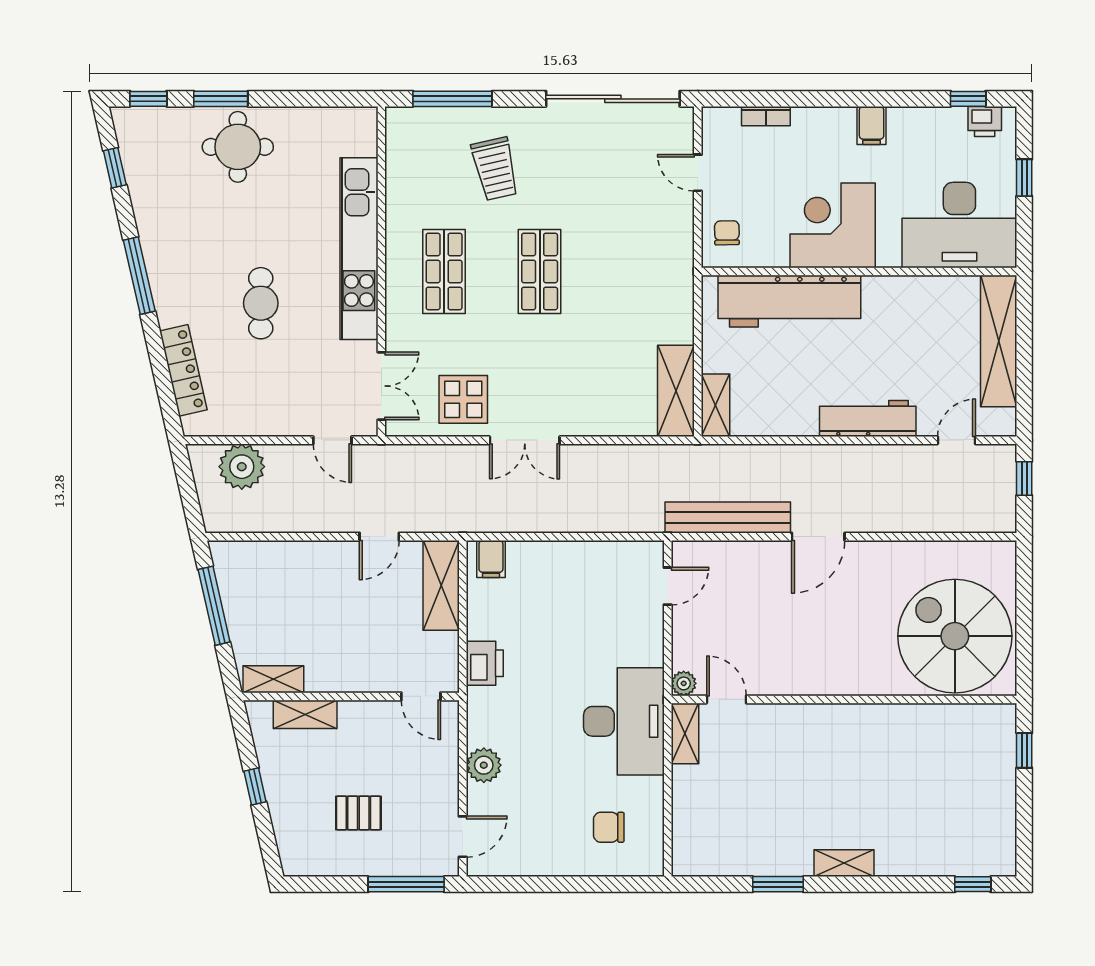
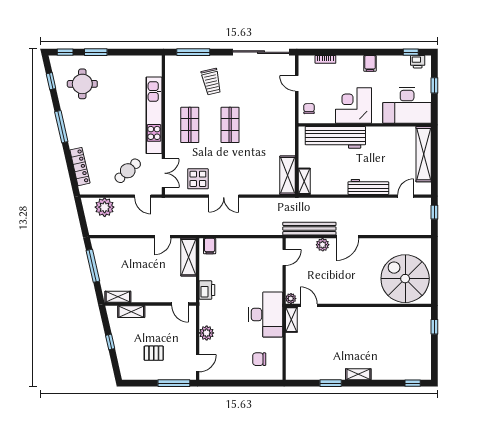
round table: (238, 147) -> (82, 84), moved
cafe table: (261, 303) -> (128, 171), moved, turned 48
plant: (759, 556) -> (323, 245), added

